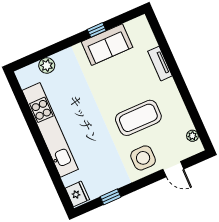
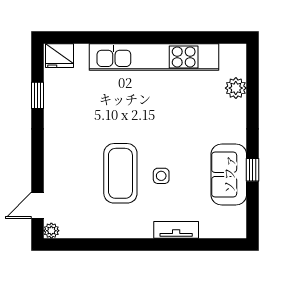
plant: (192, 136) -> (51, 231), moved
side table: (143, 158) -> (161, 176), moved, width x0.54, depth x0.54
door: (173, 169) -> (37, 205), moved

